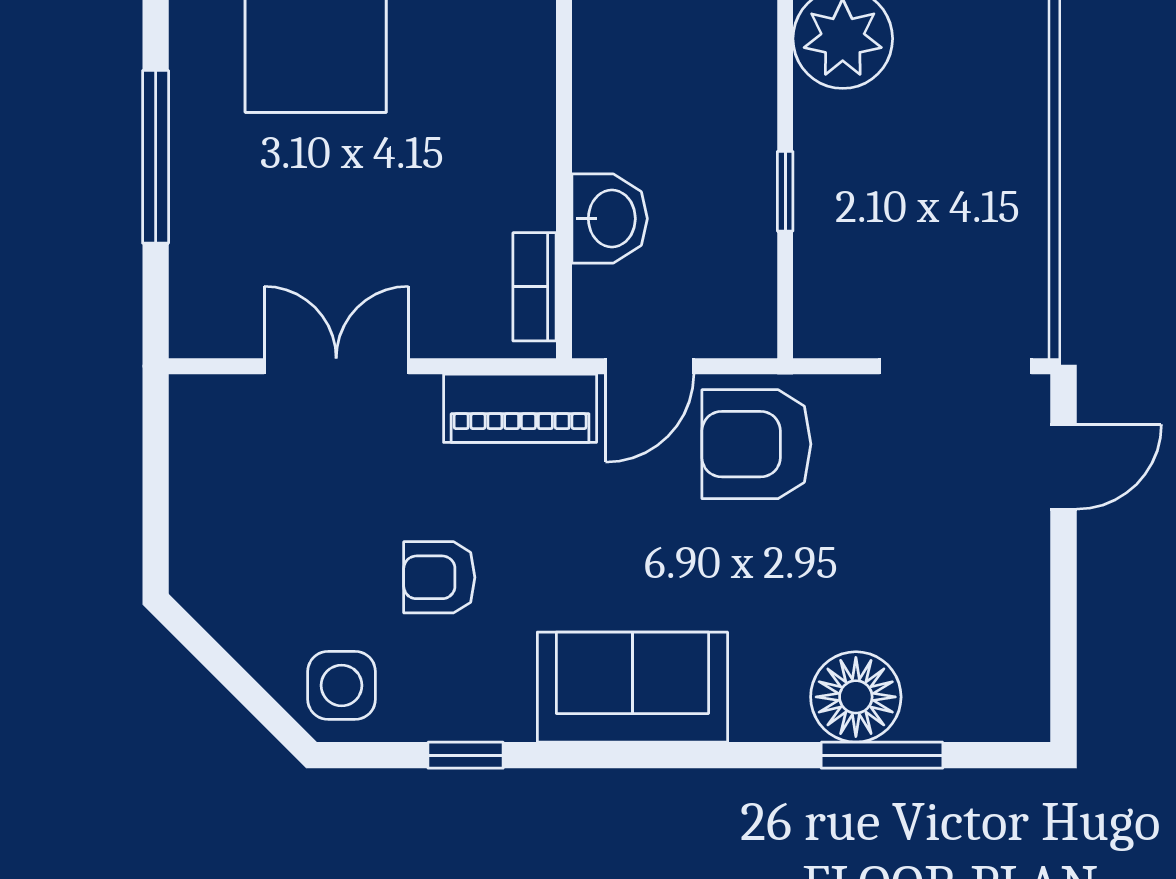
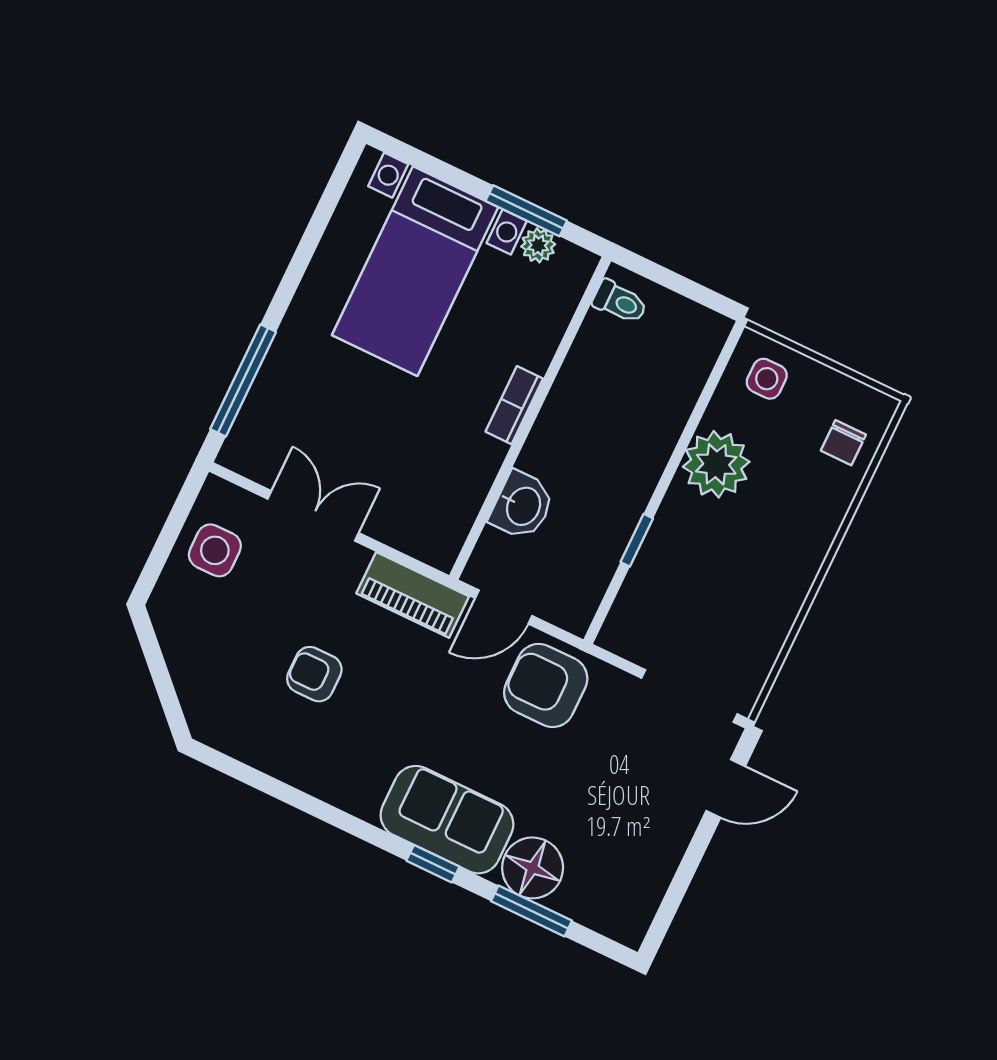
window: (156, 157) -> (243, 380), moved
bookcase: (535, 287) -> (514, 405), moved
side table: (342, 685) -> (215, 550), moved
sofa: (632, 687) -> (447, 820), moved
window: (466, 755) -> (433, 864), moved

